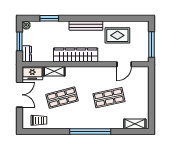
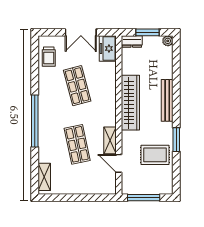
window: (49, 18) -> (176, 140), moved
bench: (86, 26) -> (167, 100), moved
rug: (117, 35) -> (155, 155), turned 90
shelving: (54, 71) -> (110, 140), moved

